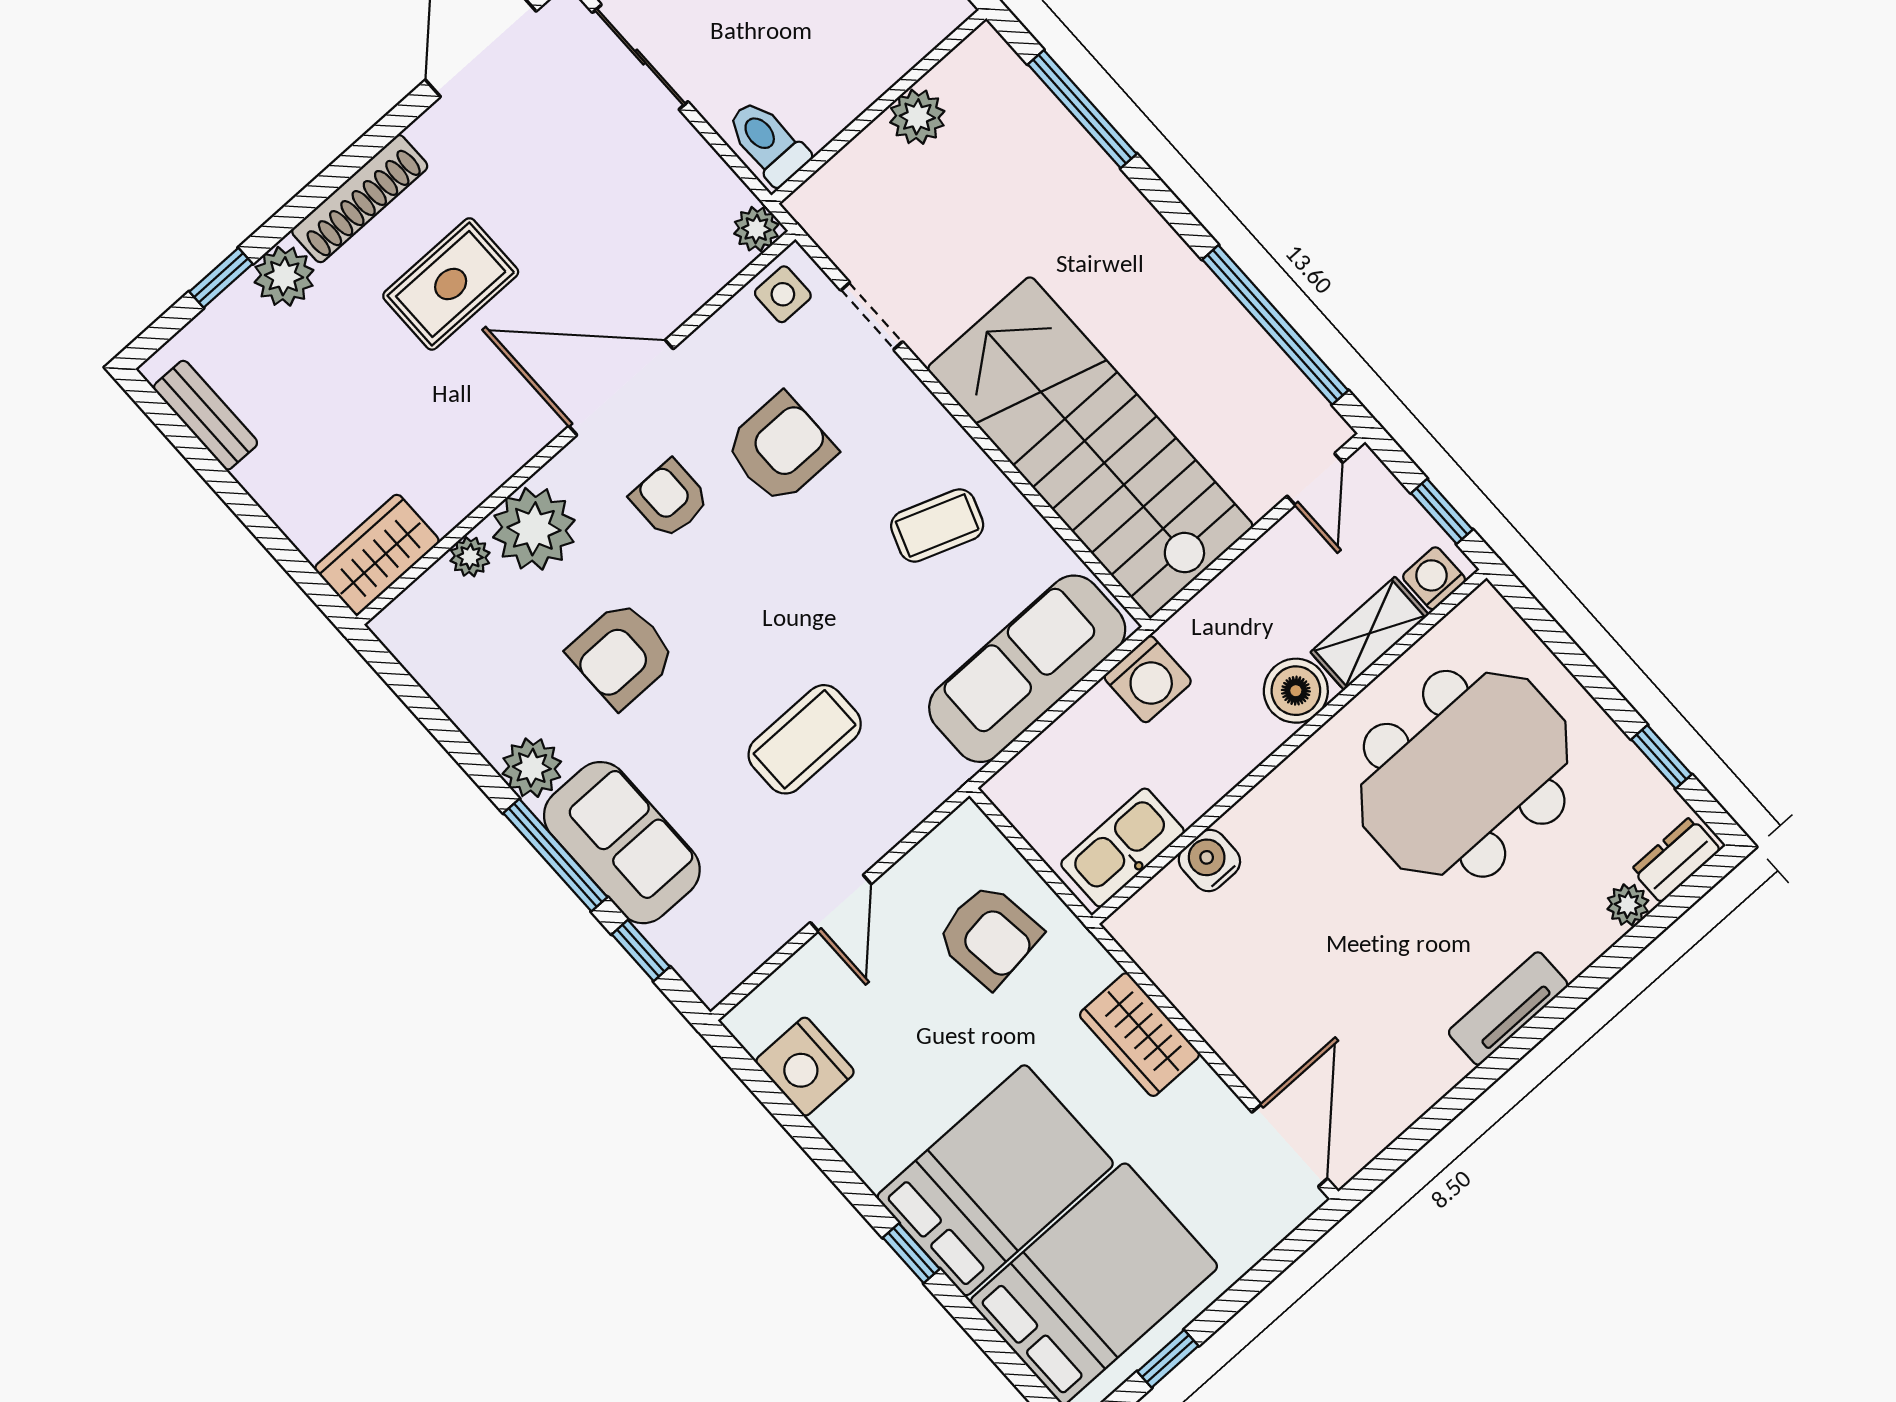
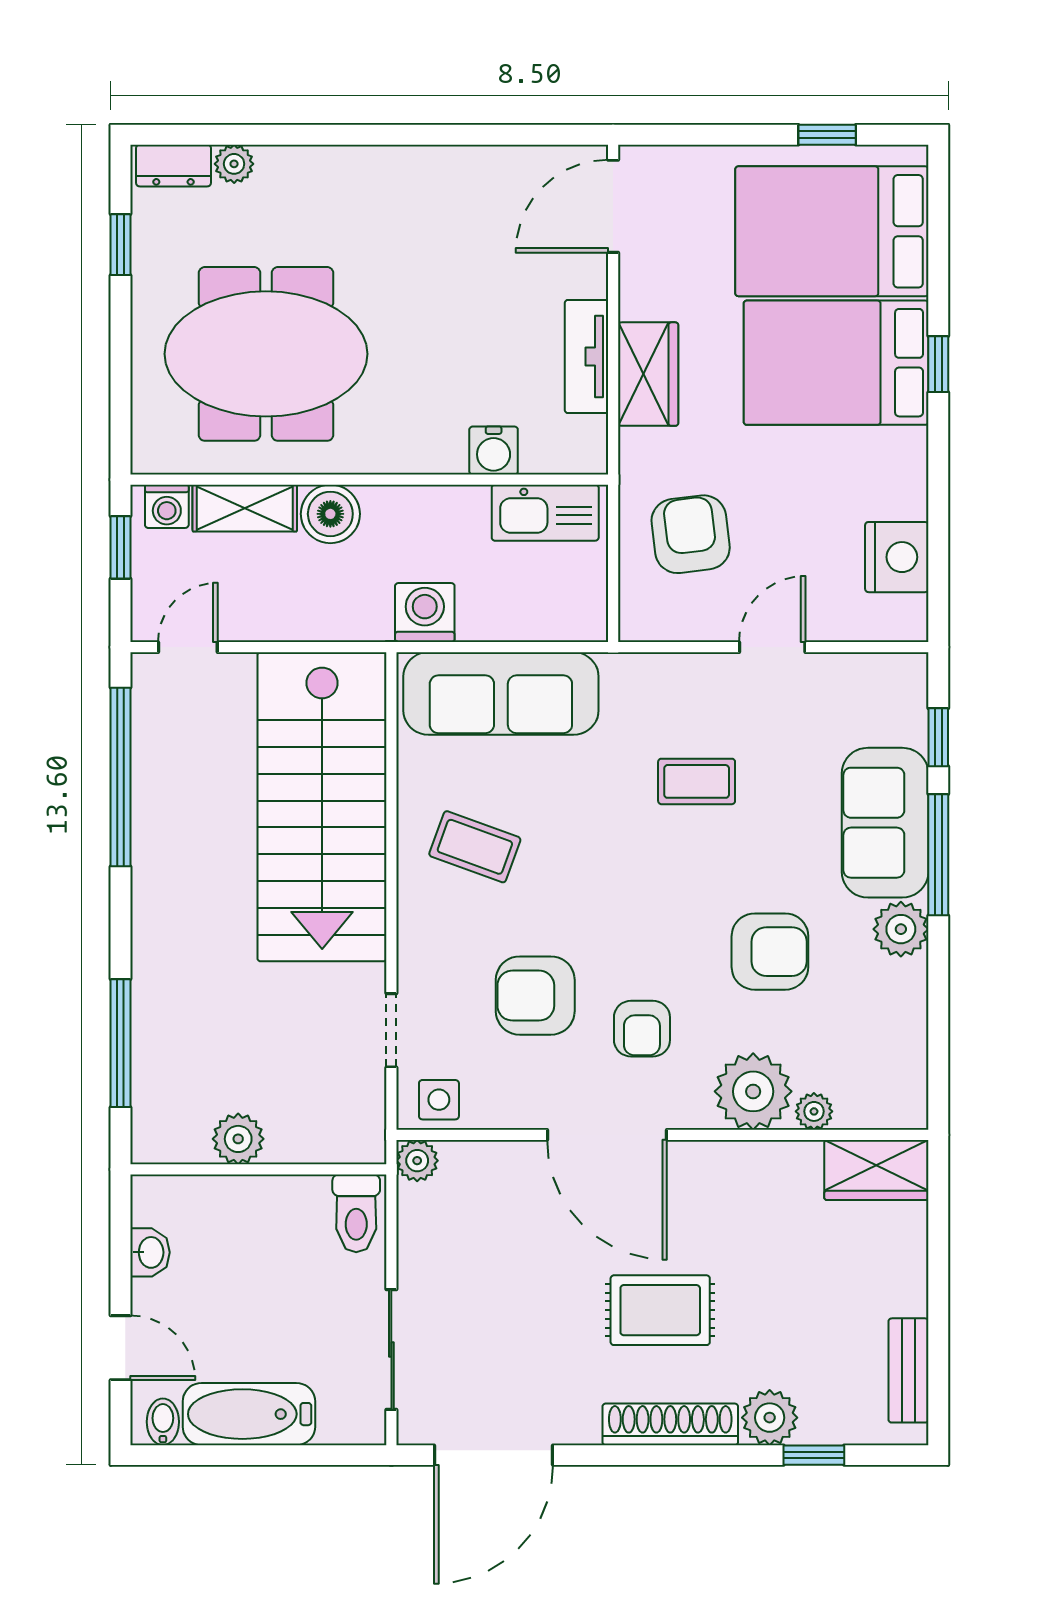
coffee table: (805, 739) -> (697, 781), width x0.73, depth x0.77
tv unit: (1508, 1008) -> (587, 356), moved, turned 90

